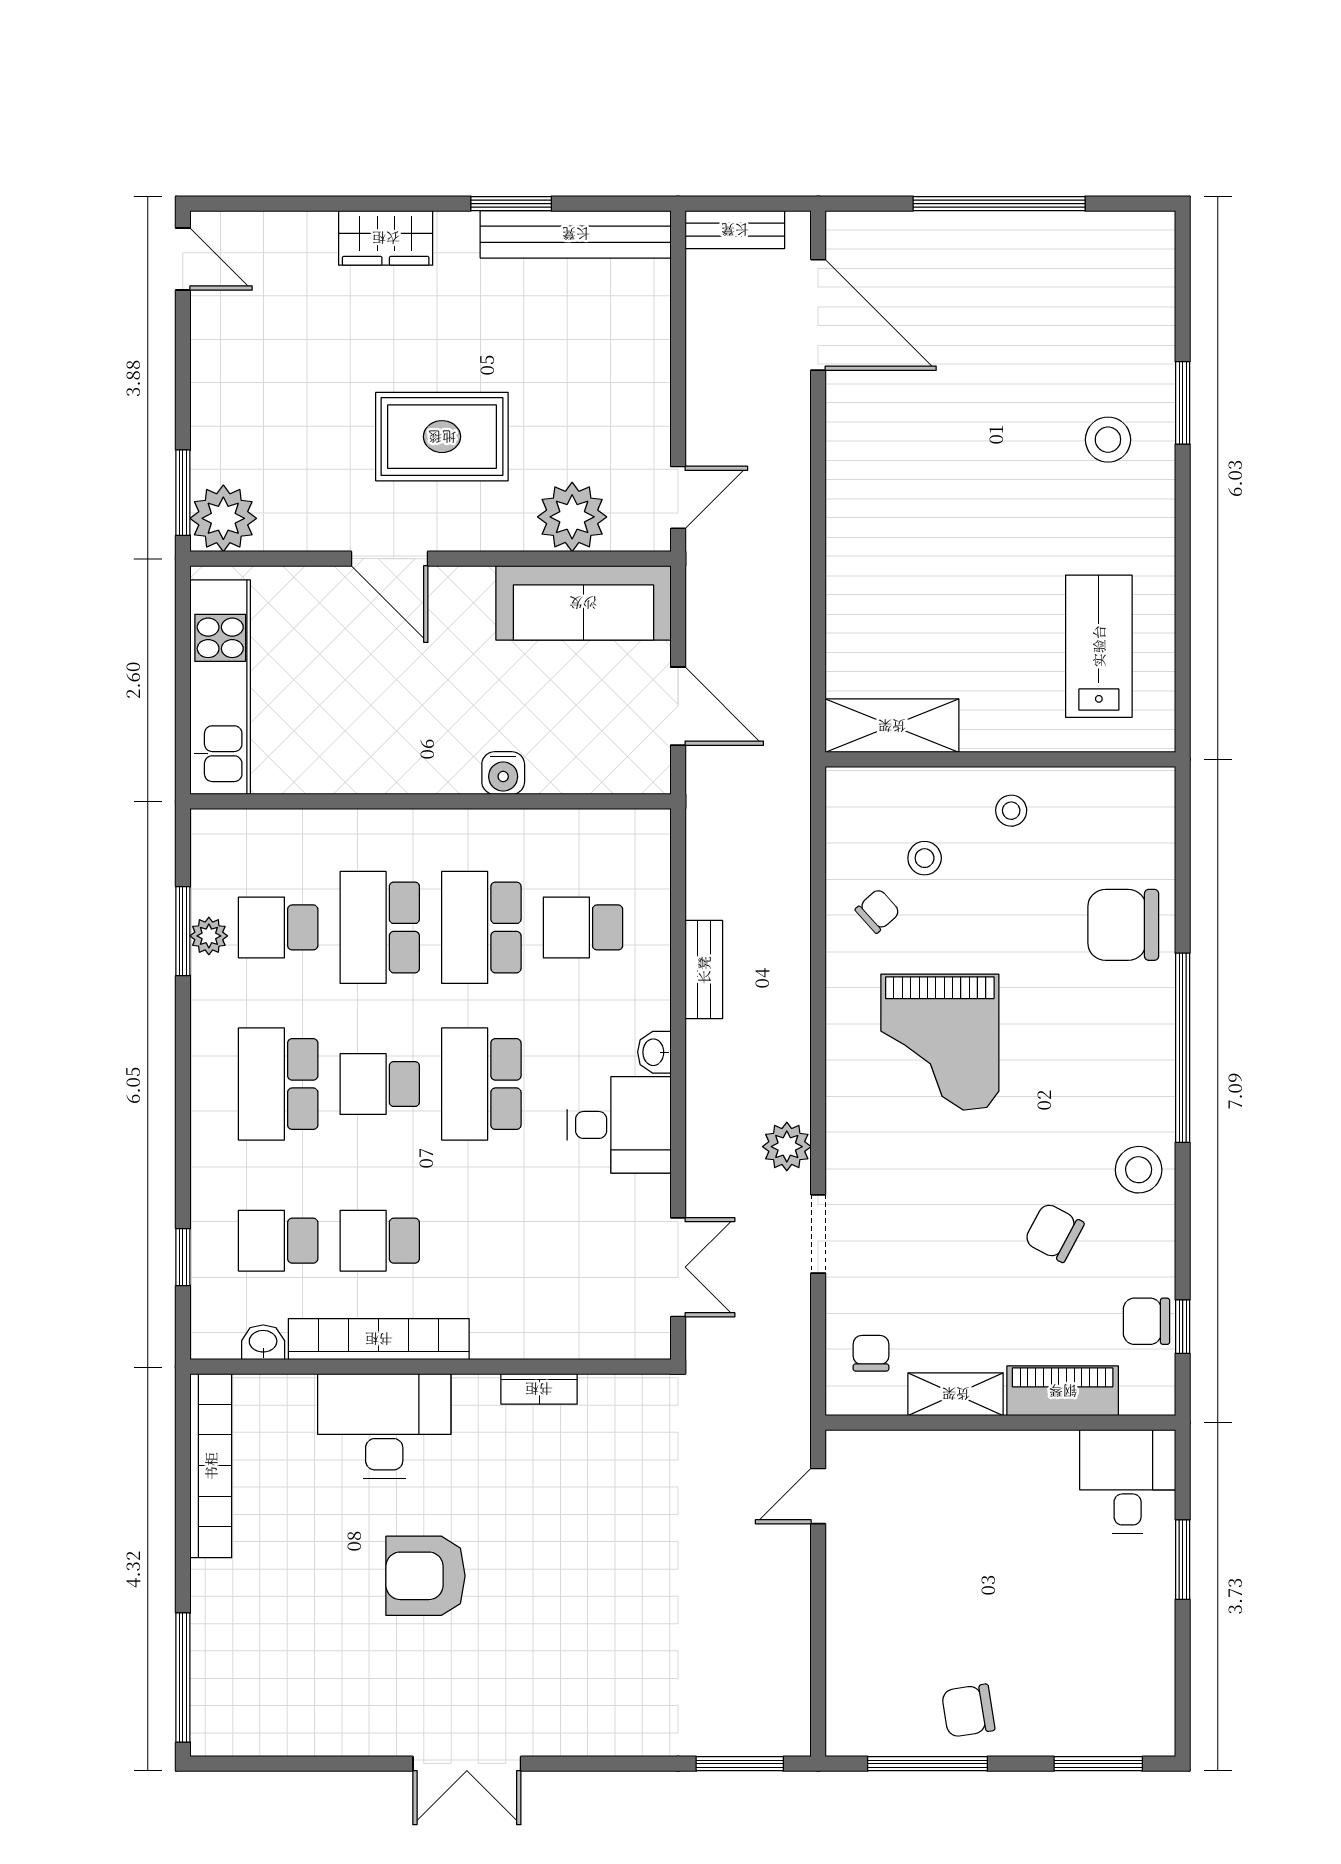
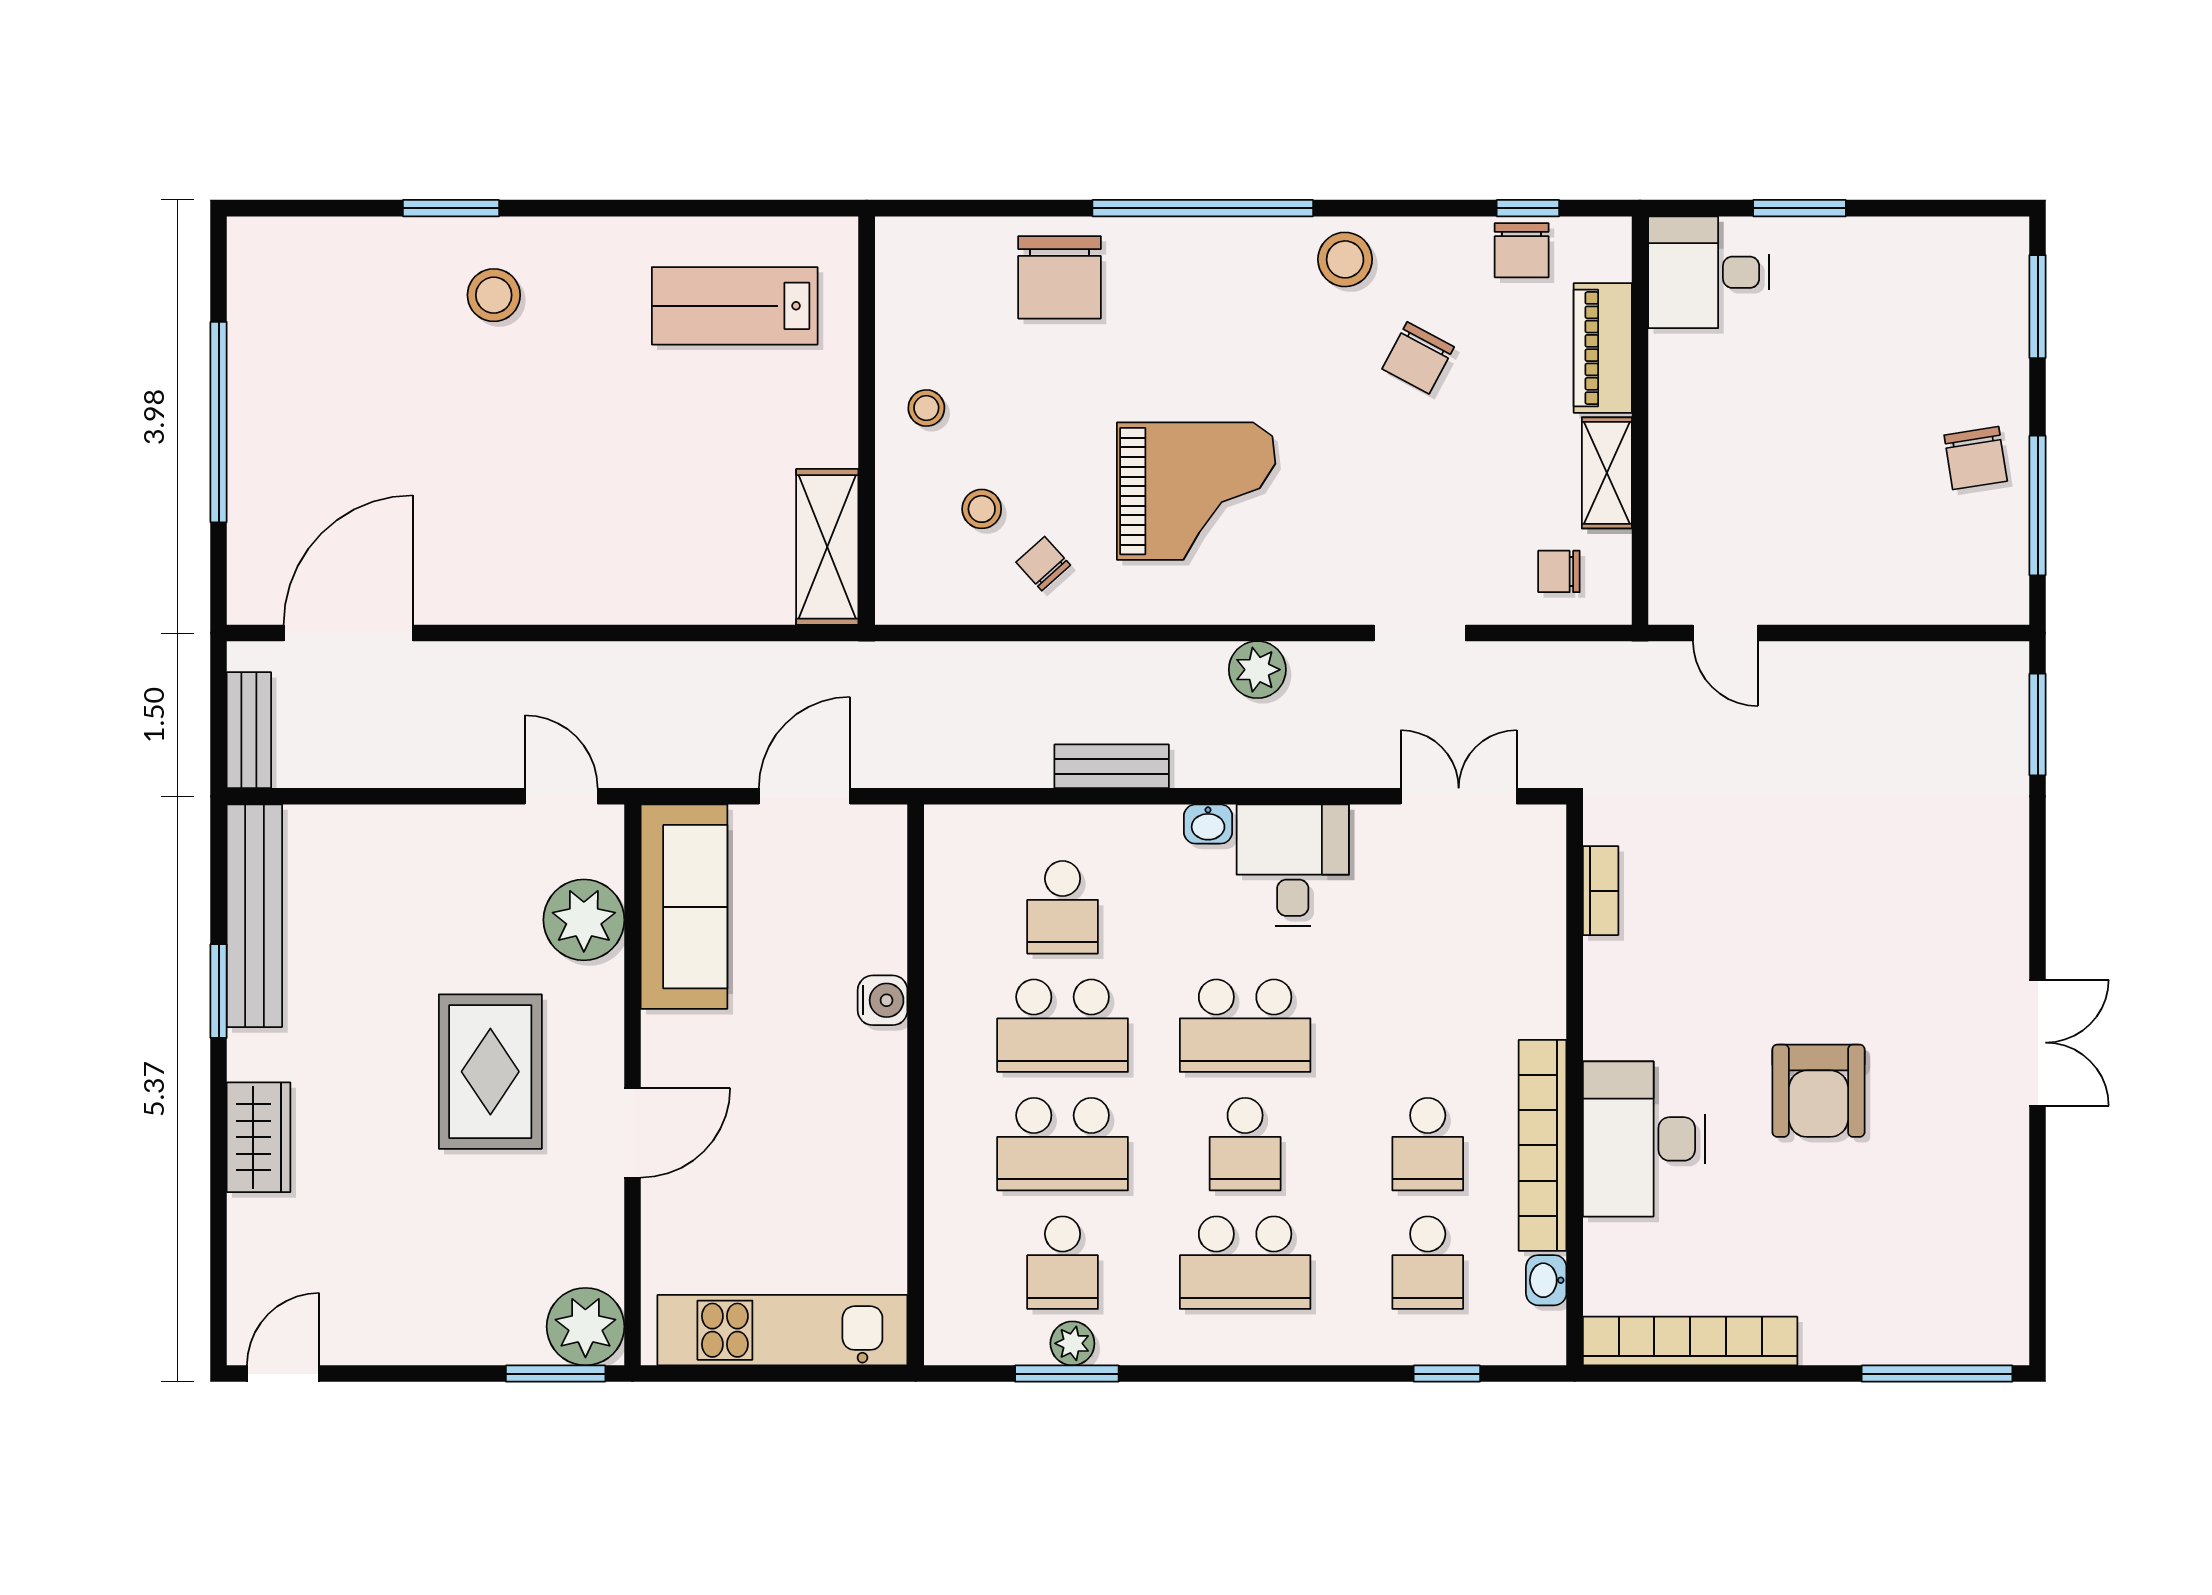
plant: (787, 1147) -> (1257, 670), moved
bookcase: (539, 1389) -> (1601, 891), moved

